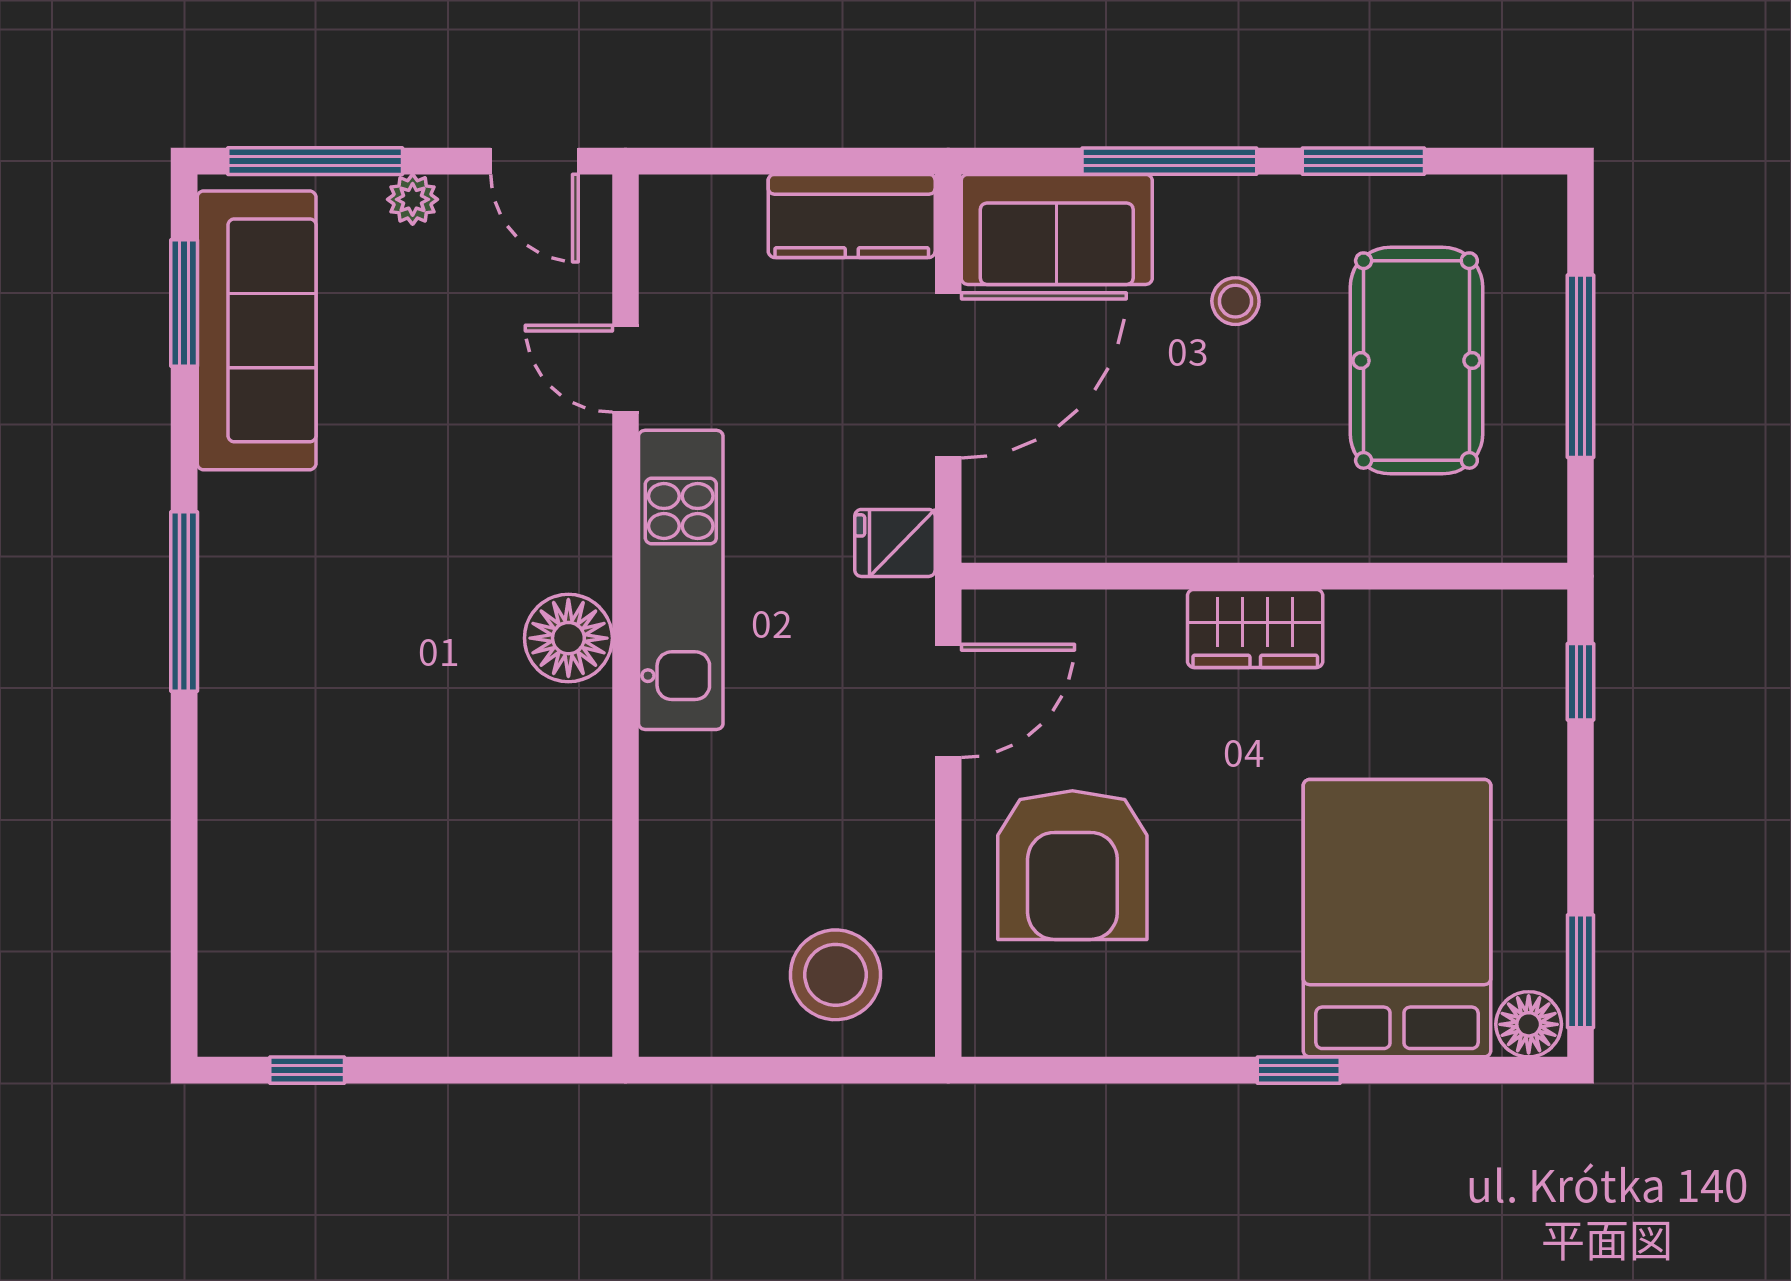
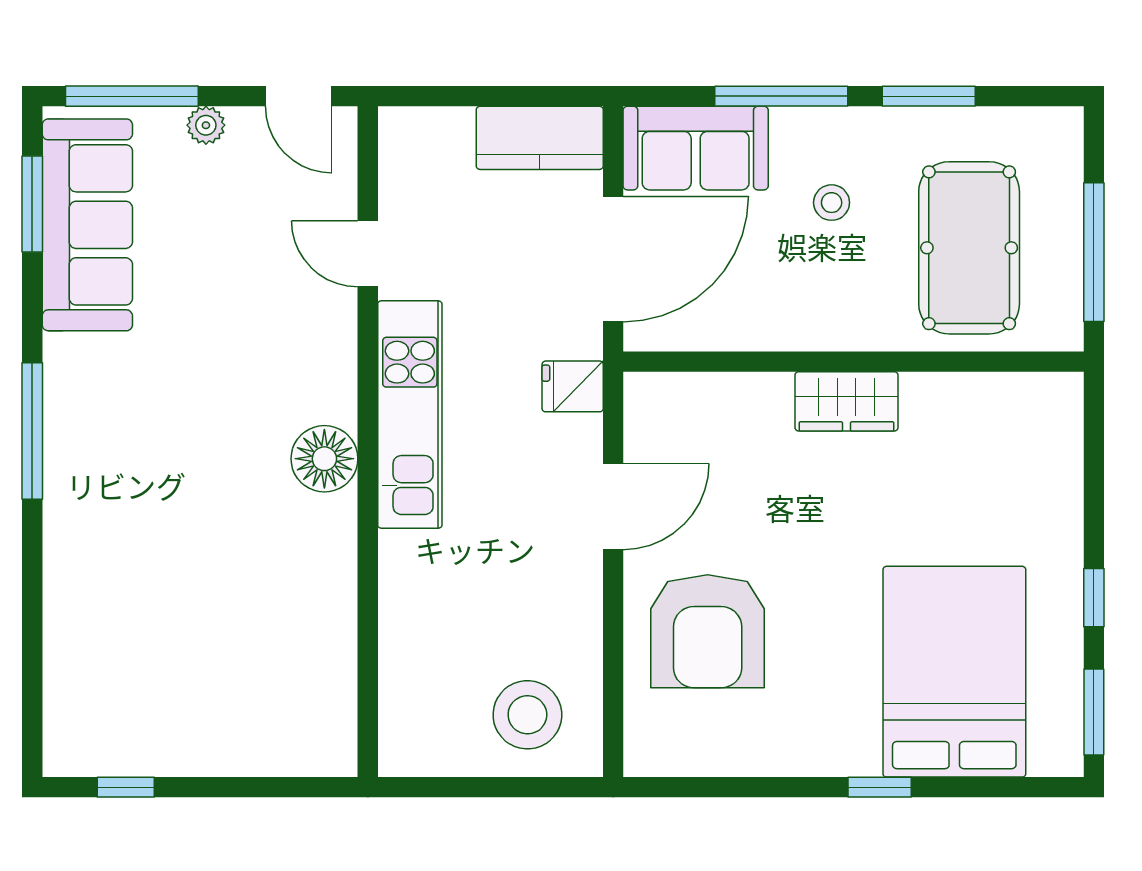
wall: (1264, 576) -> (854, 362), moved
wardrobe: (1255, 628) -> (846, 401), moved
window: (1581, 682) -> (1094, 598), moved
floor lamp: (1529, 1024) -> (1054, 752), removed

